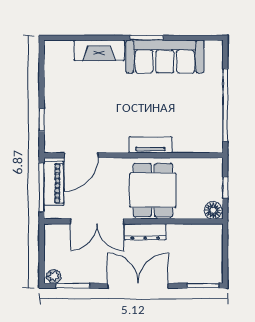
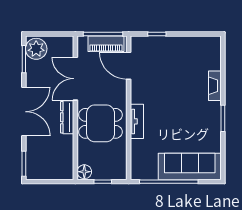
fireplace: (99, 50) -> (215, 86), width x0.73, depth x0.76
sofa: (165, 57) -> (190, 166), moved, turned 90
plant: (54, 276) -> (36, 49), width x1.88, depth x1.88

